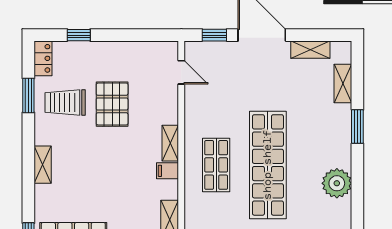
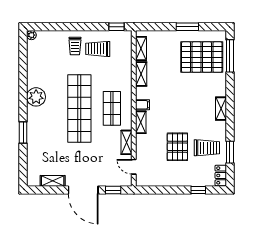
shelving: (343, 84) -> (126, 142), moved

